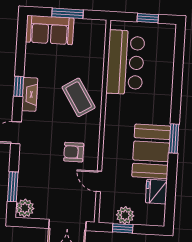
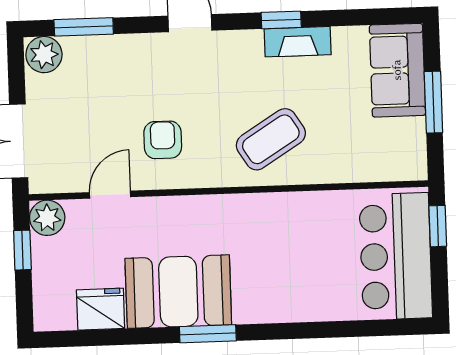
window: (148, 18) -> (438, 226), moved
bar counter: (125, 62) -> (396, 256), moved, turned 90
fireplace: (30, 94) -> (298, 42), moved
plant: (125, 215) -> (47, 218), moved

